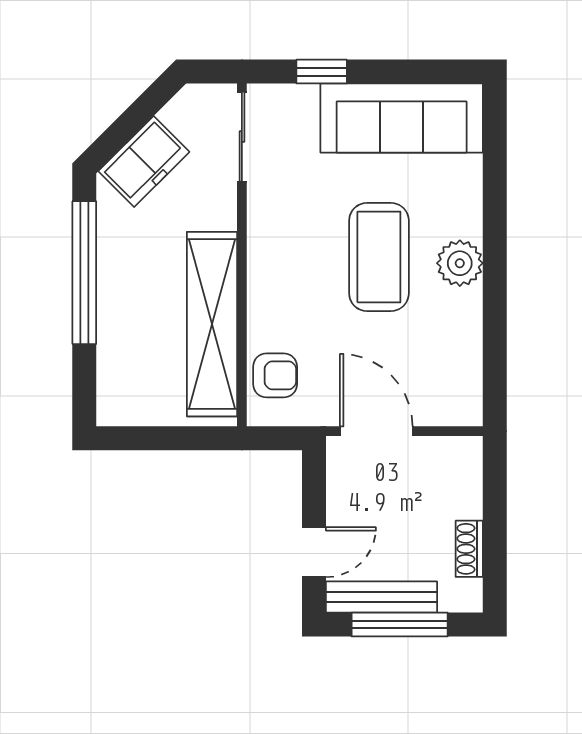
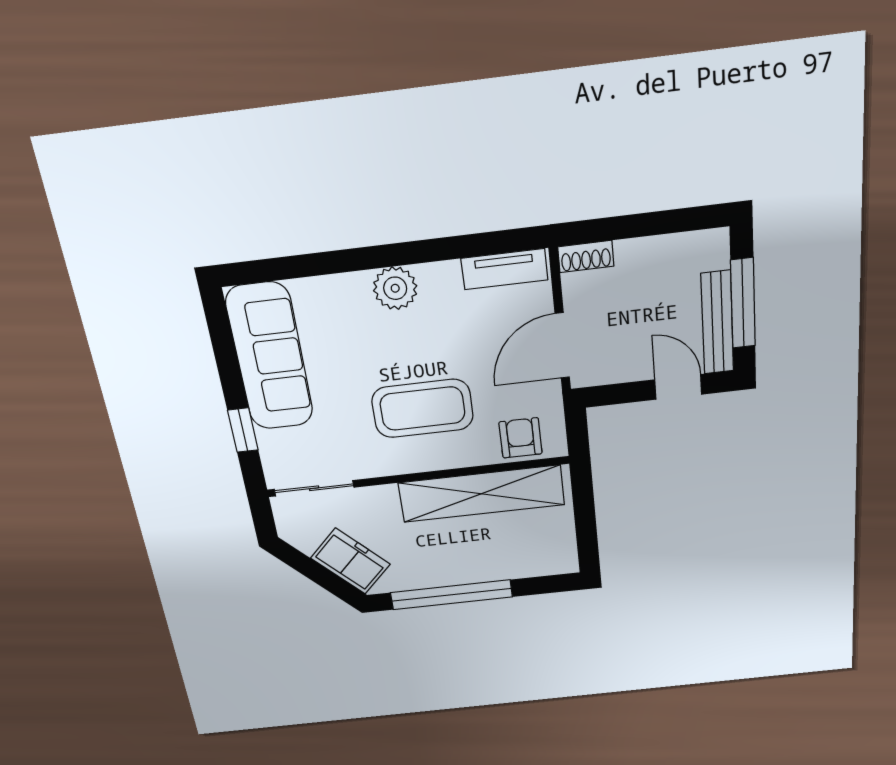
coffee table: (379, 257) -> (422, 409), moved
tv unit: (466, 379) -> (504, 269), added
shoe rack: (469, 549) -> (586, 257), moved

